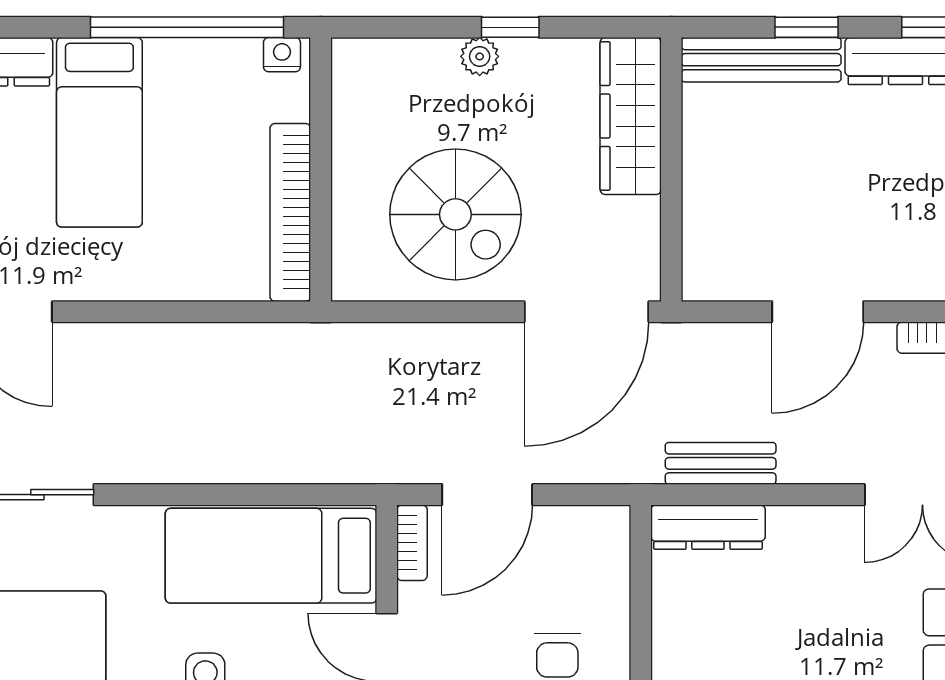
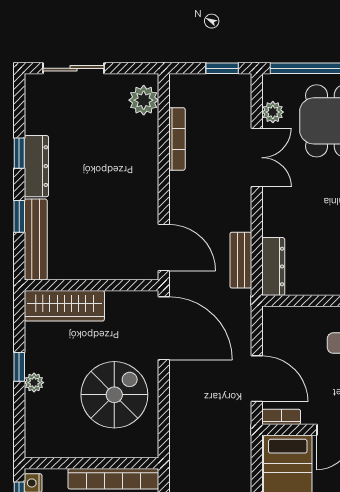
door: (818, 312) -> (164, 248), moved

